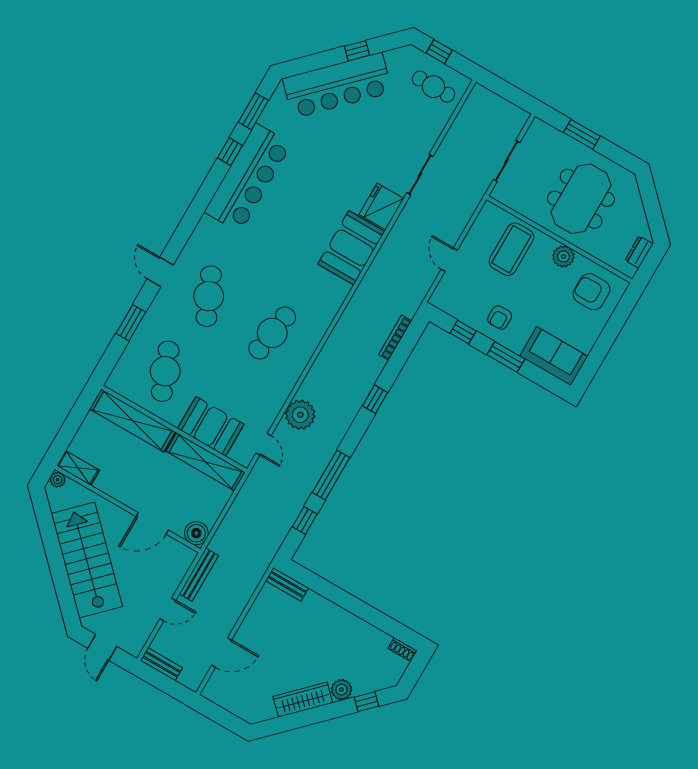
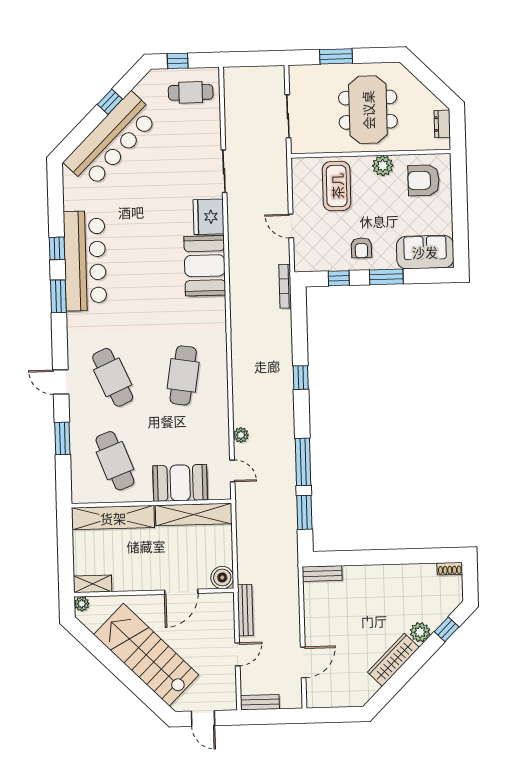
window: (253, 111) -> (58, 296), moved
bookcase: (395, 338) -> (285, 286), moved
plant: (300, 415) -> (241, 435), width x0.53, depth x0.53
window: (305, 520) -> (304, 512), width x1.50

